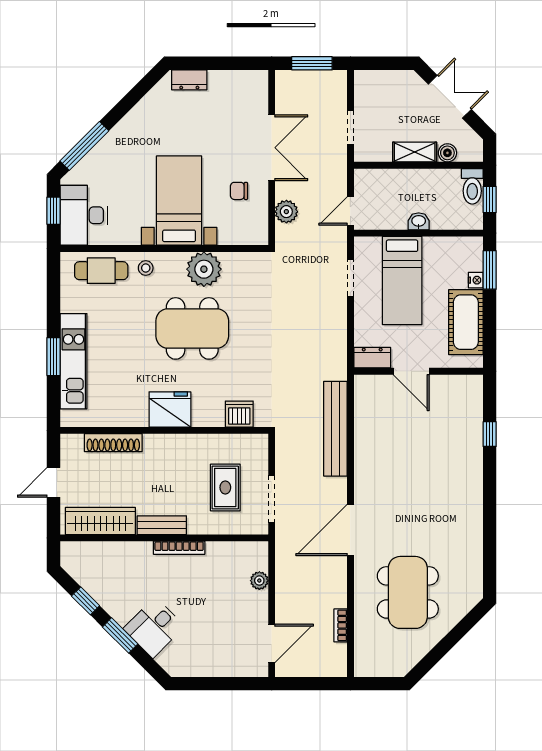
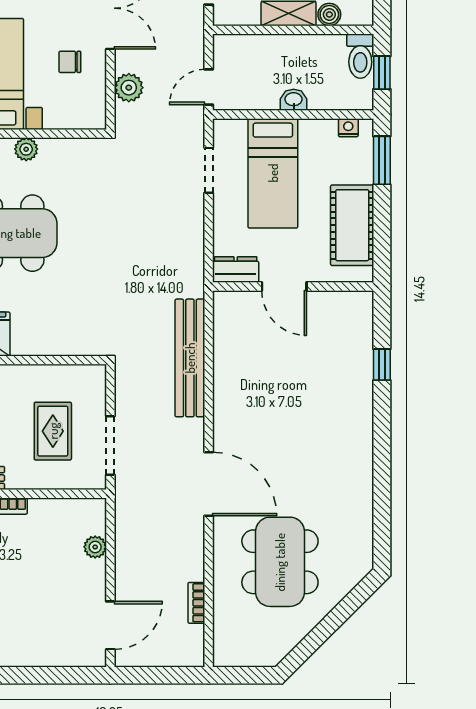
plant: (204, 269) -> (26, 149), width x0.53, depth x0.53
nightstand: (476, 280) -> (348, 128), moved, turned -90
dishwasher: (239, 414) -> (70, 340), removed
door: (350, 530) -> (209, 484), swing flipped

